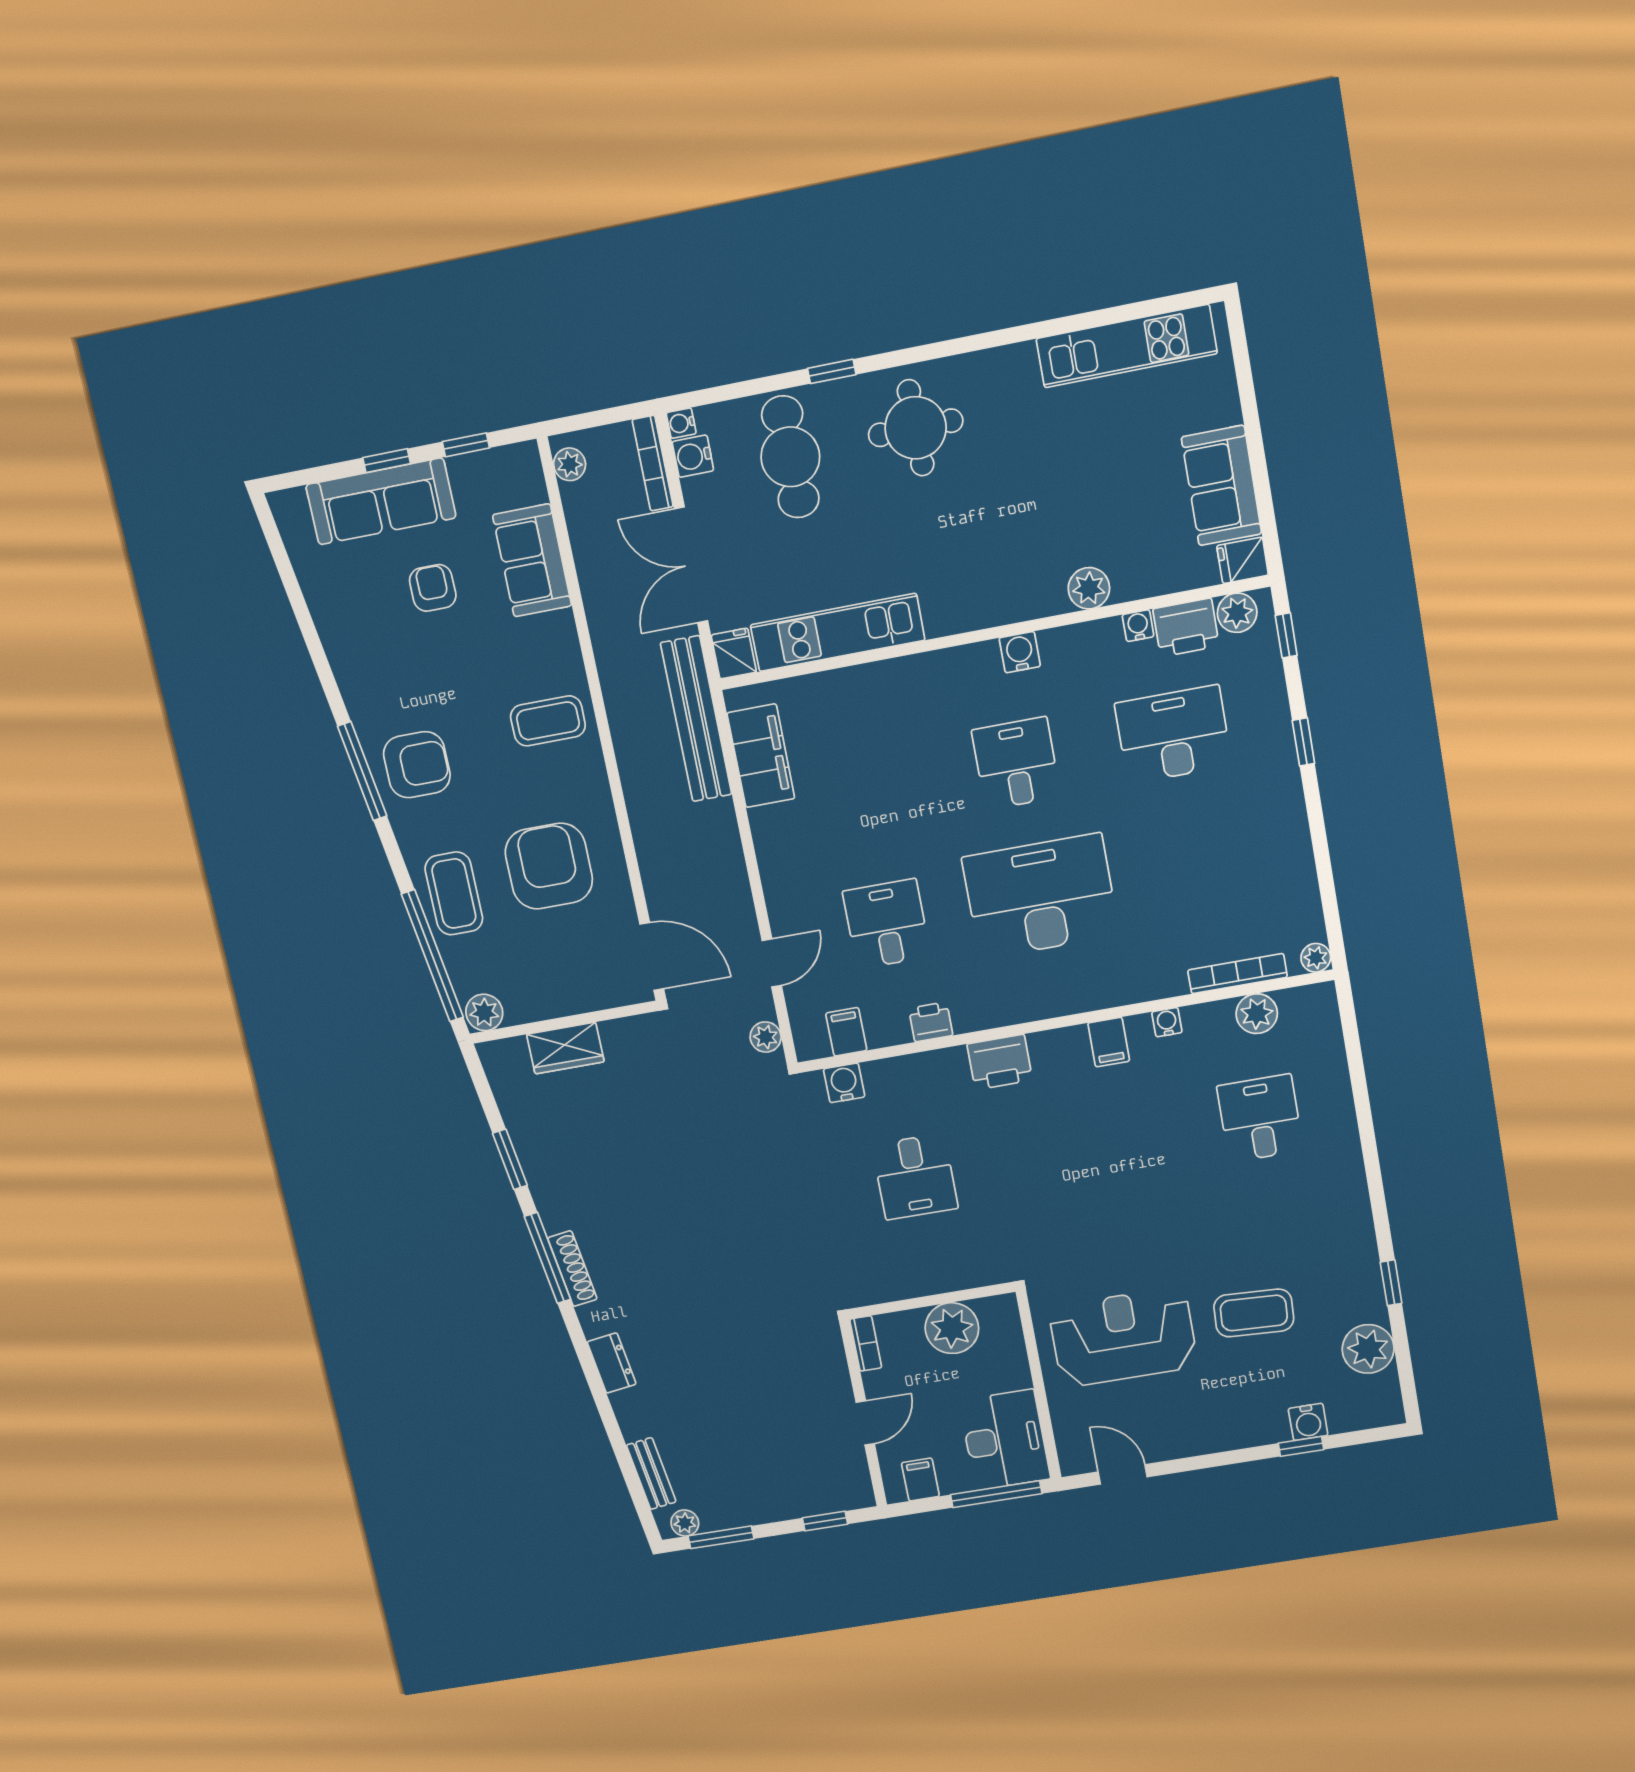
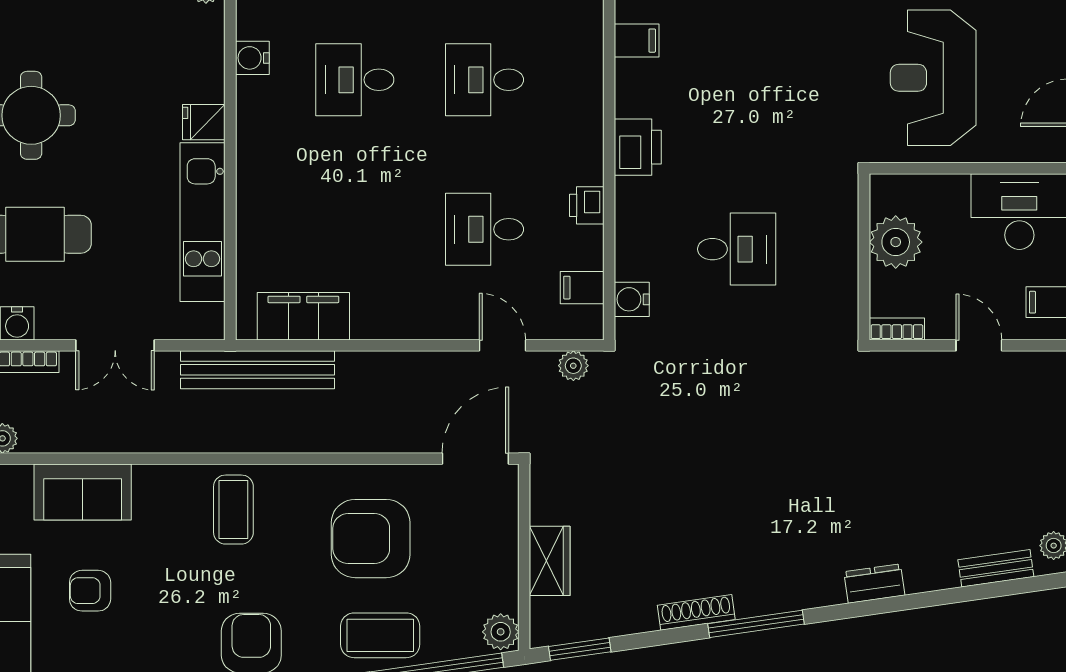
double door: (691, 565) -> (115, 345), width x0.73
fridge: (734, 654) -> (204, 122), moved
desk: (1040, 896) -> (485, 80), width x0.53, depth x0.77
window: (510, 1159) -> (580, 649), moved
shoe rack: (572, 1269) -> (696, 612), moved

